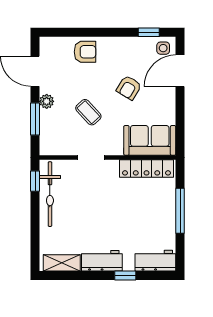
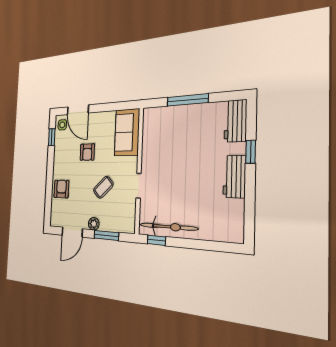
armchair: (129, 88) -> (87, 152), turned 59
locker: (146, 168) -> (149, 134), removed
shelving: (62, 263) -> (236, 219), removed

